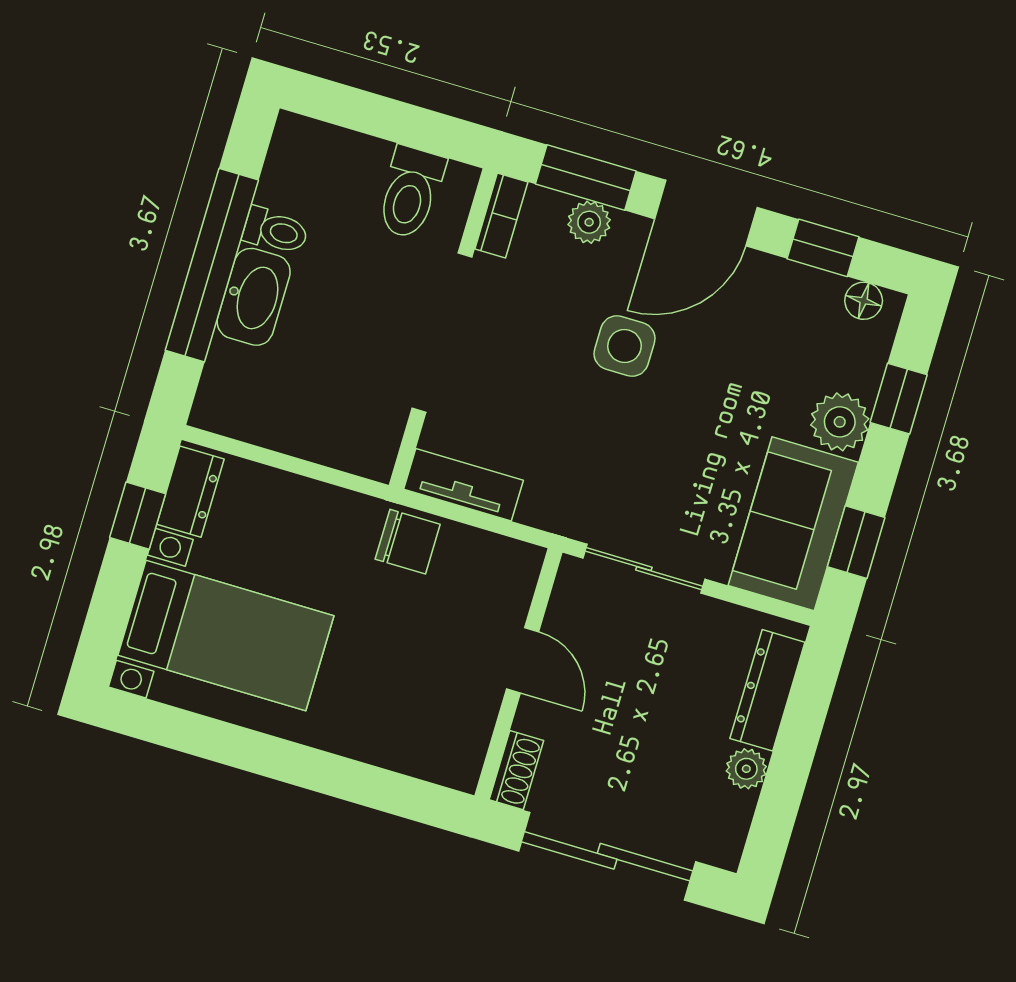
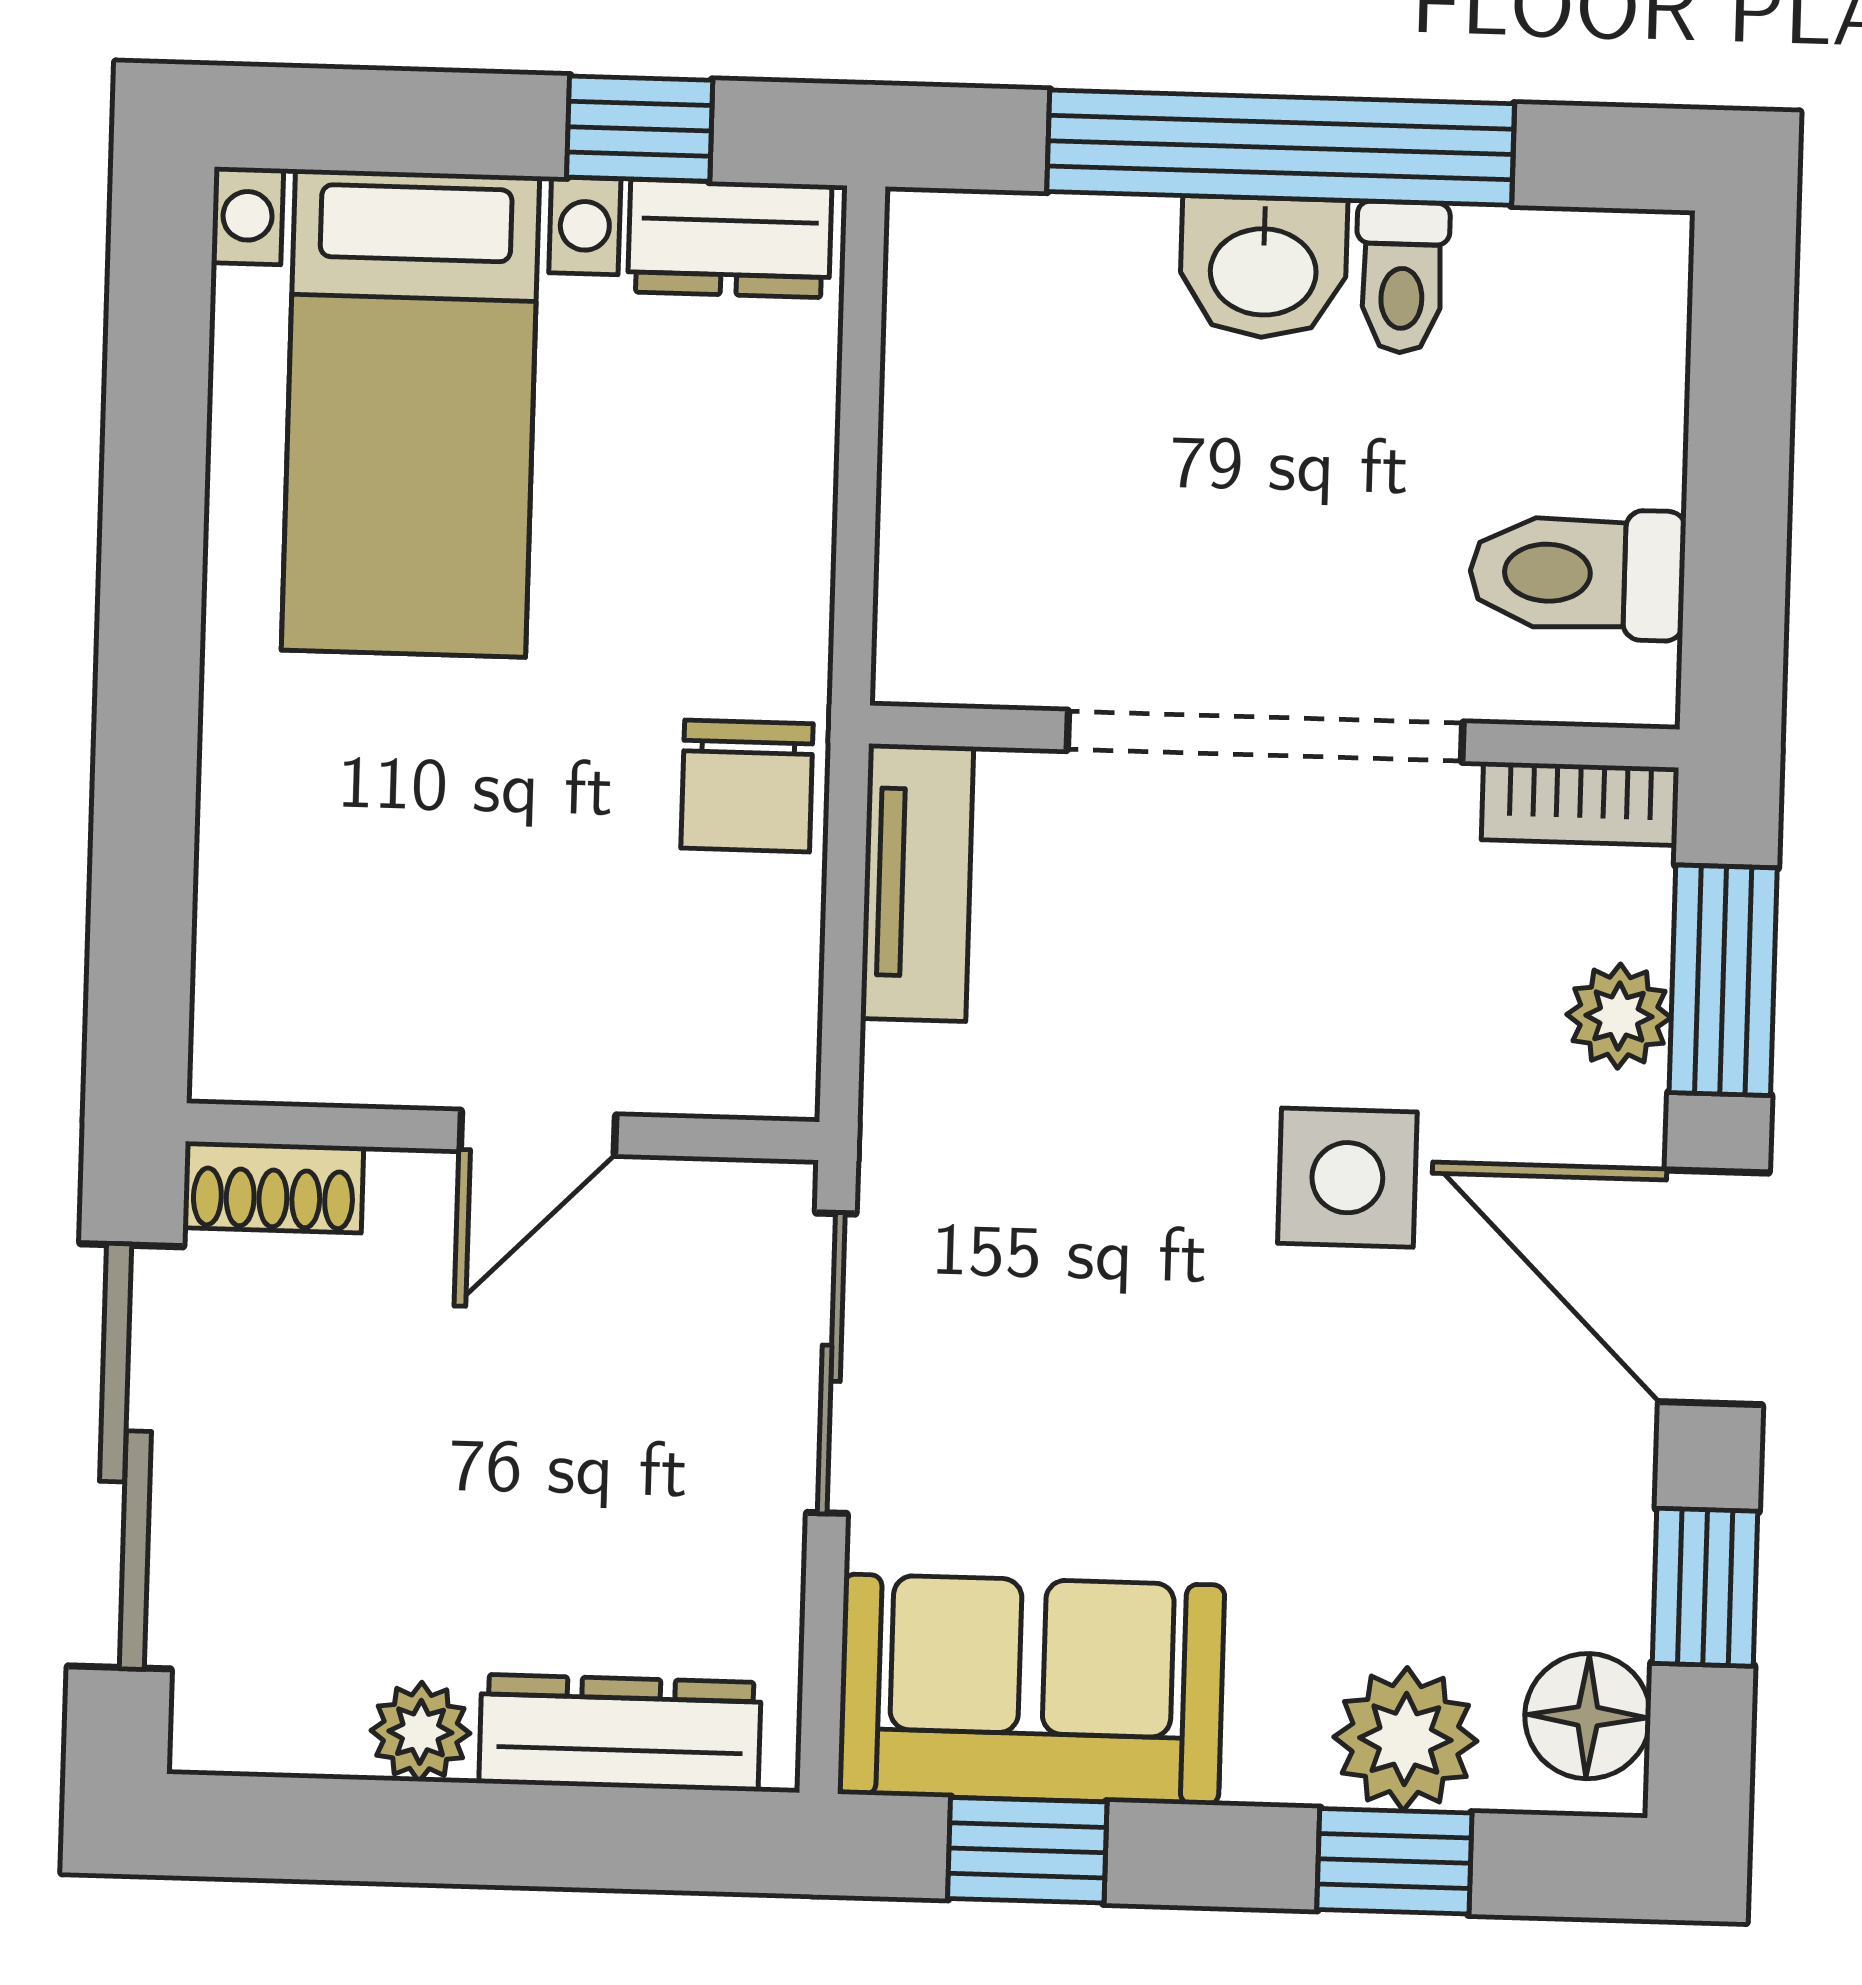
washbasin: (254, 297) -> (1263, 268), width x0.72
floor lamp: (864, 301) -> (1588, 1716), width x1.37, depth x1.37
plant: (840, 422) -> (1405, 1739), moved

